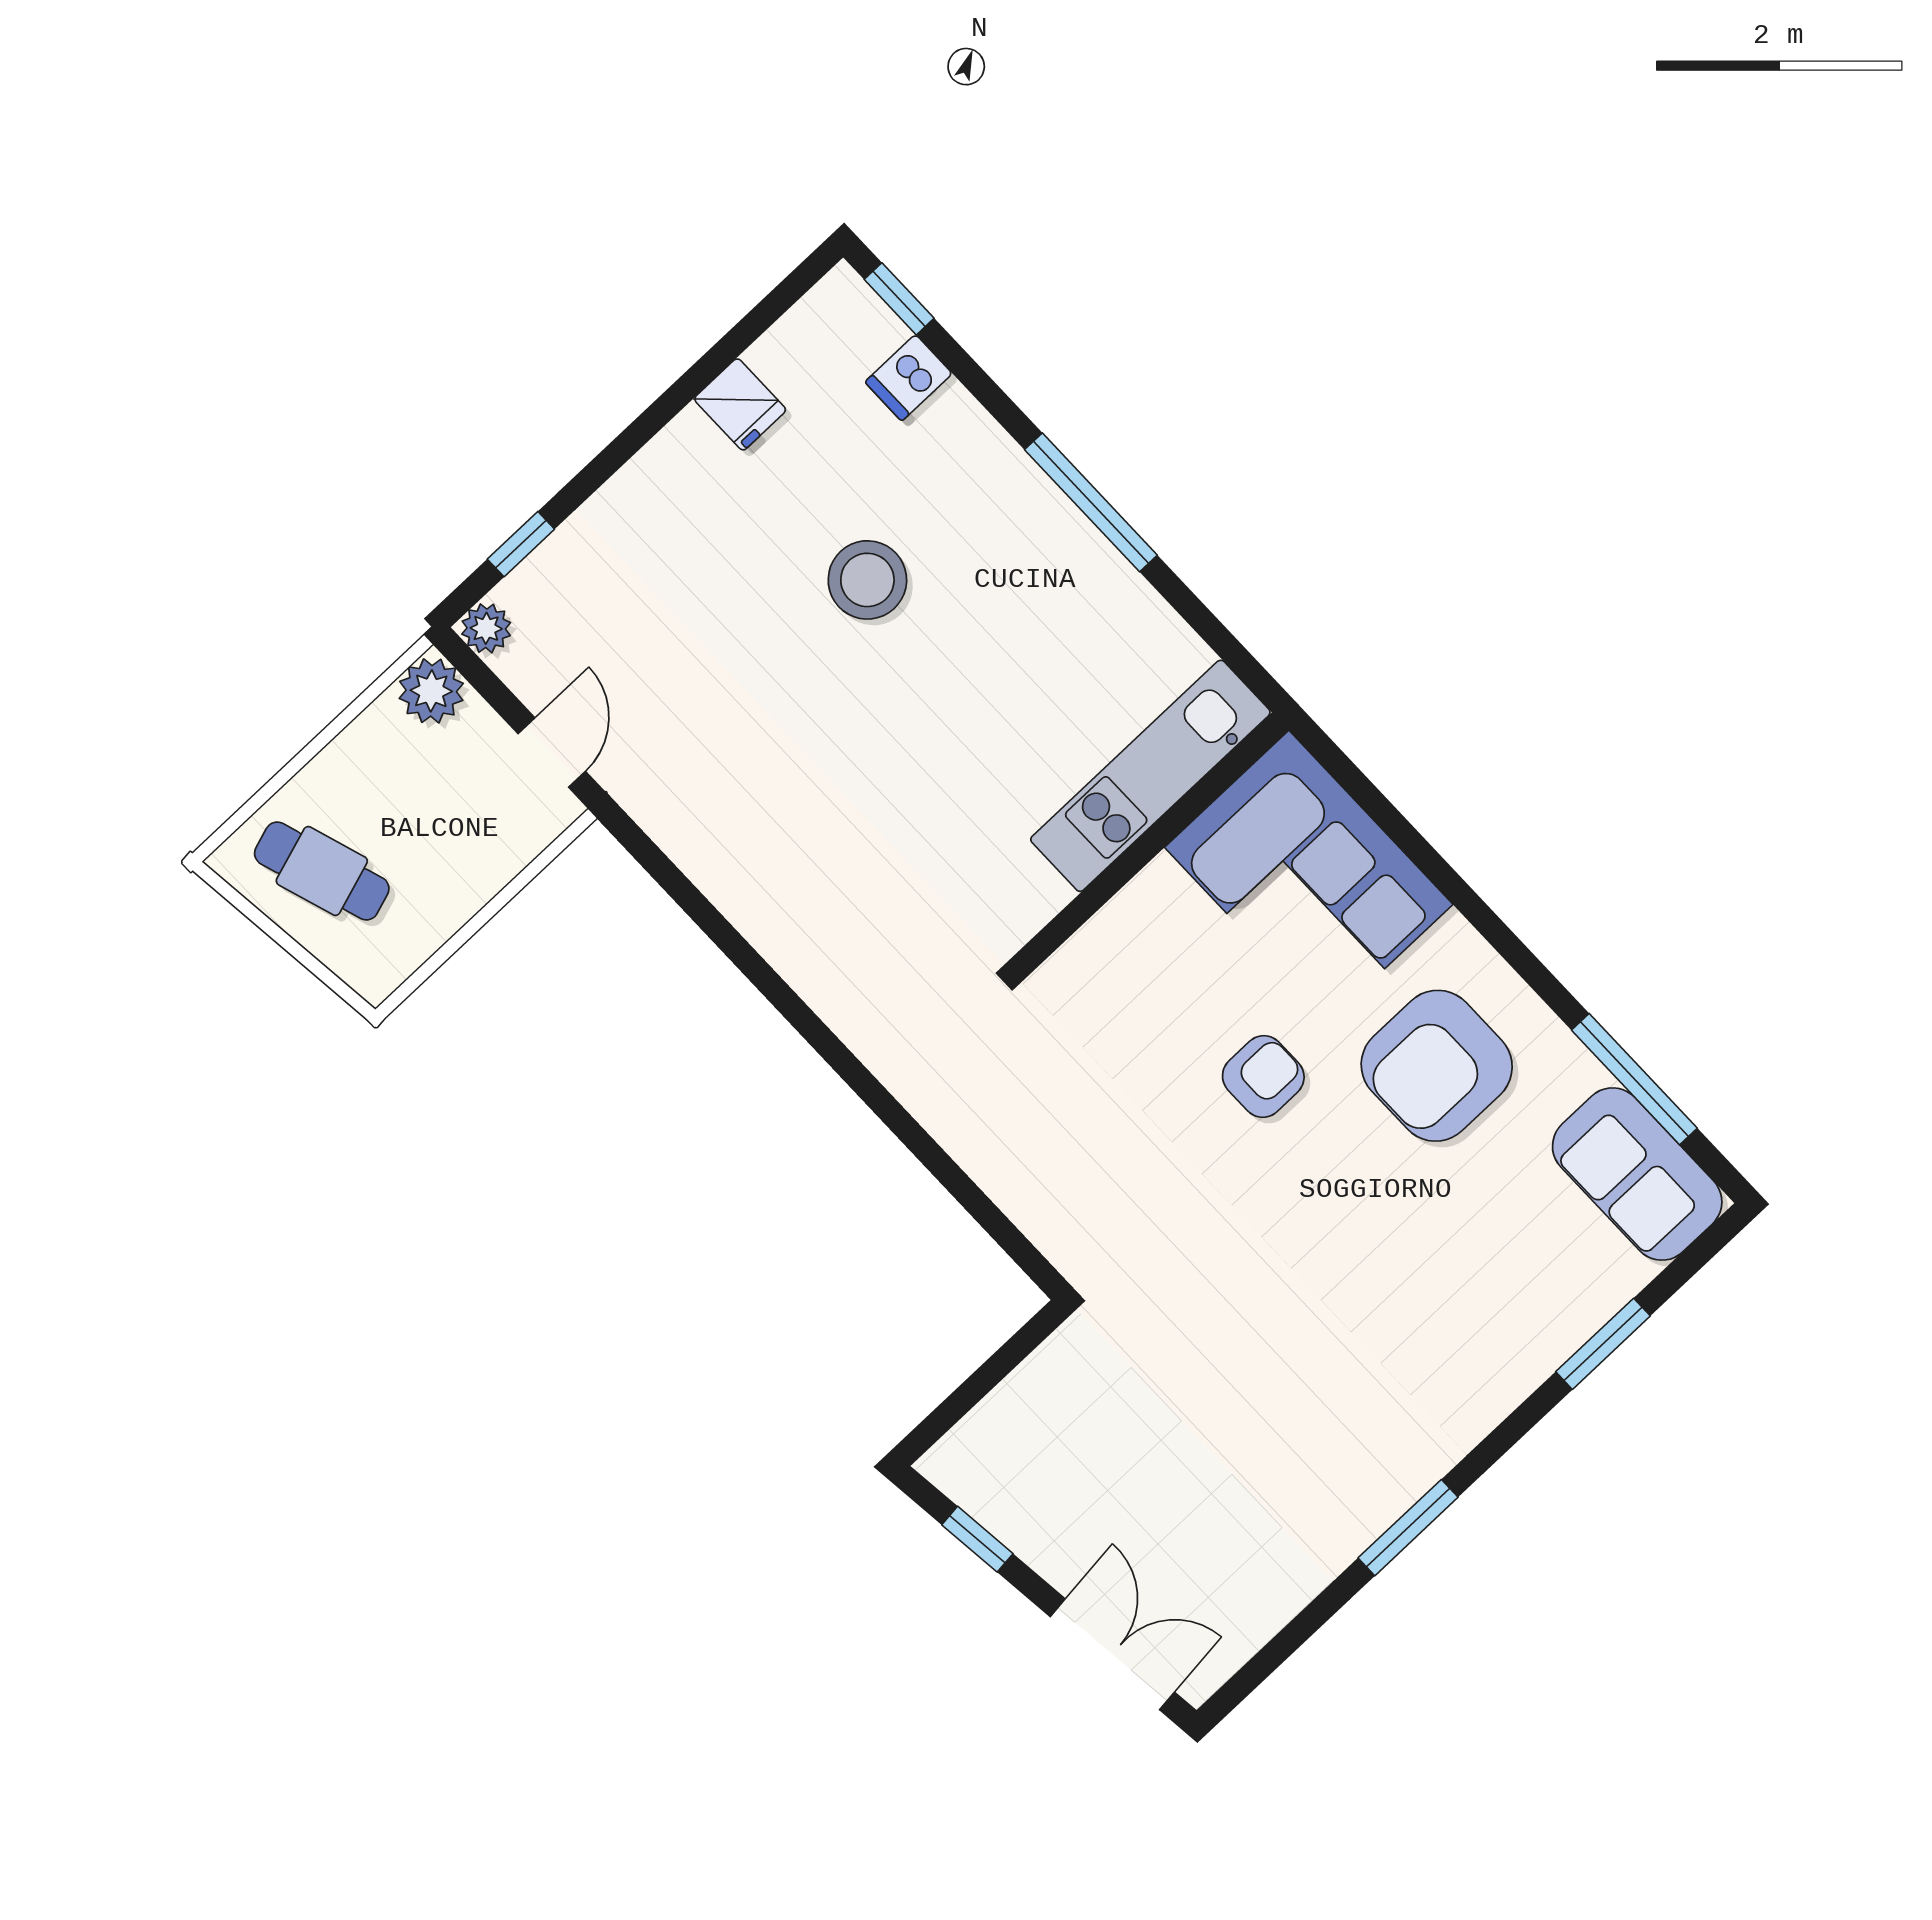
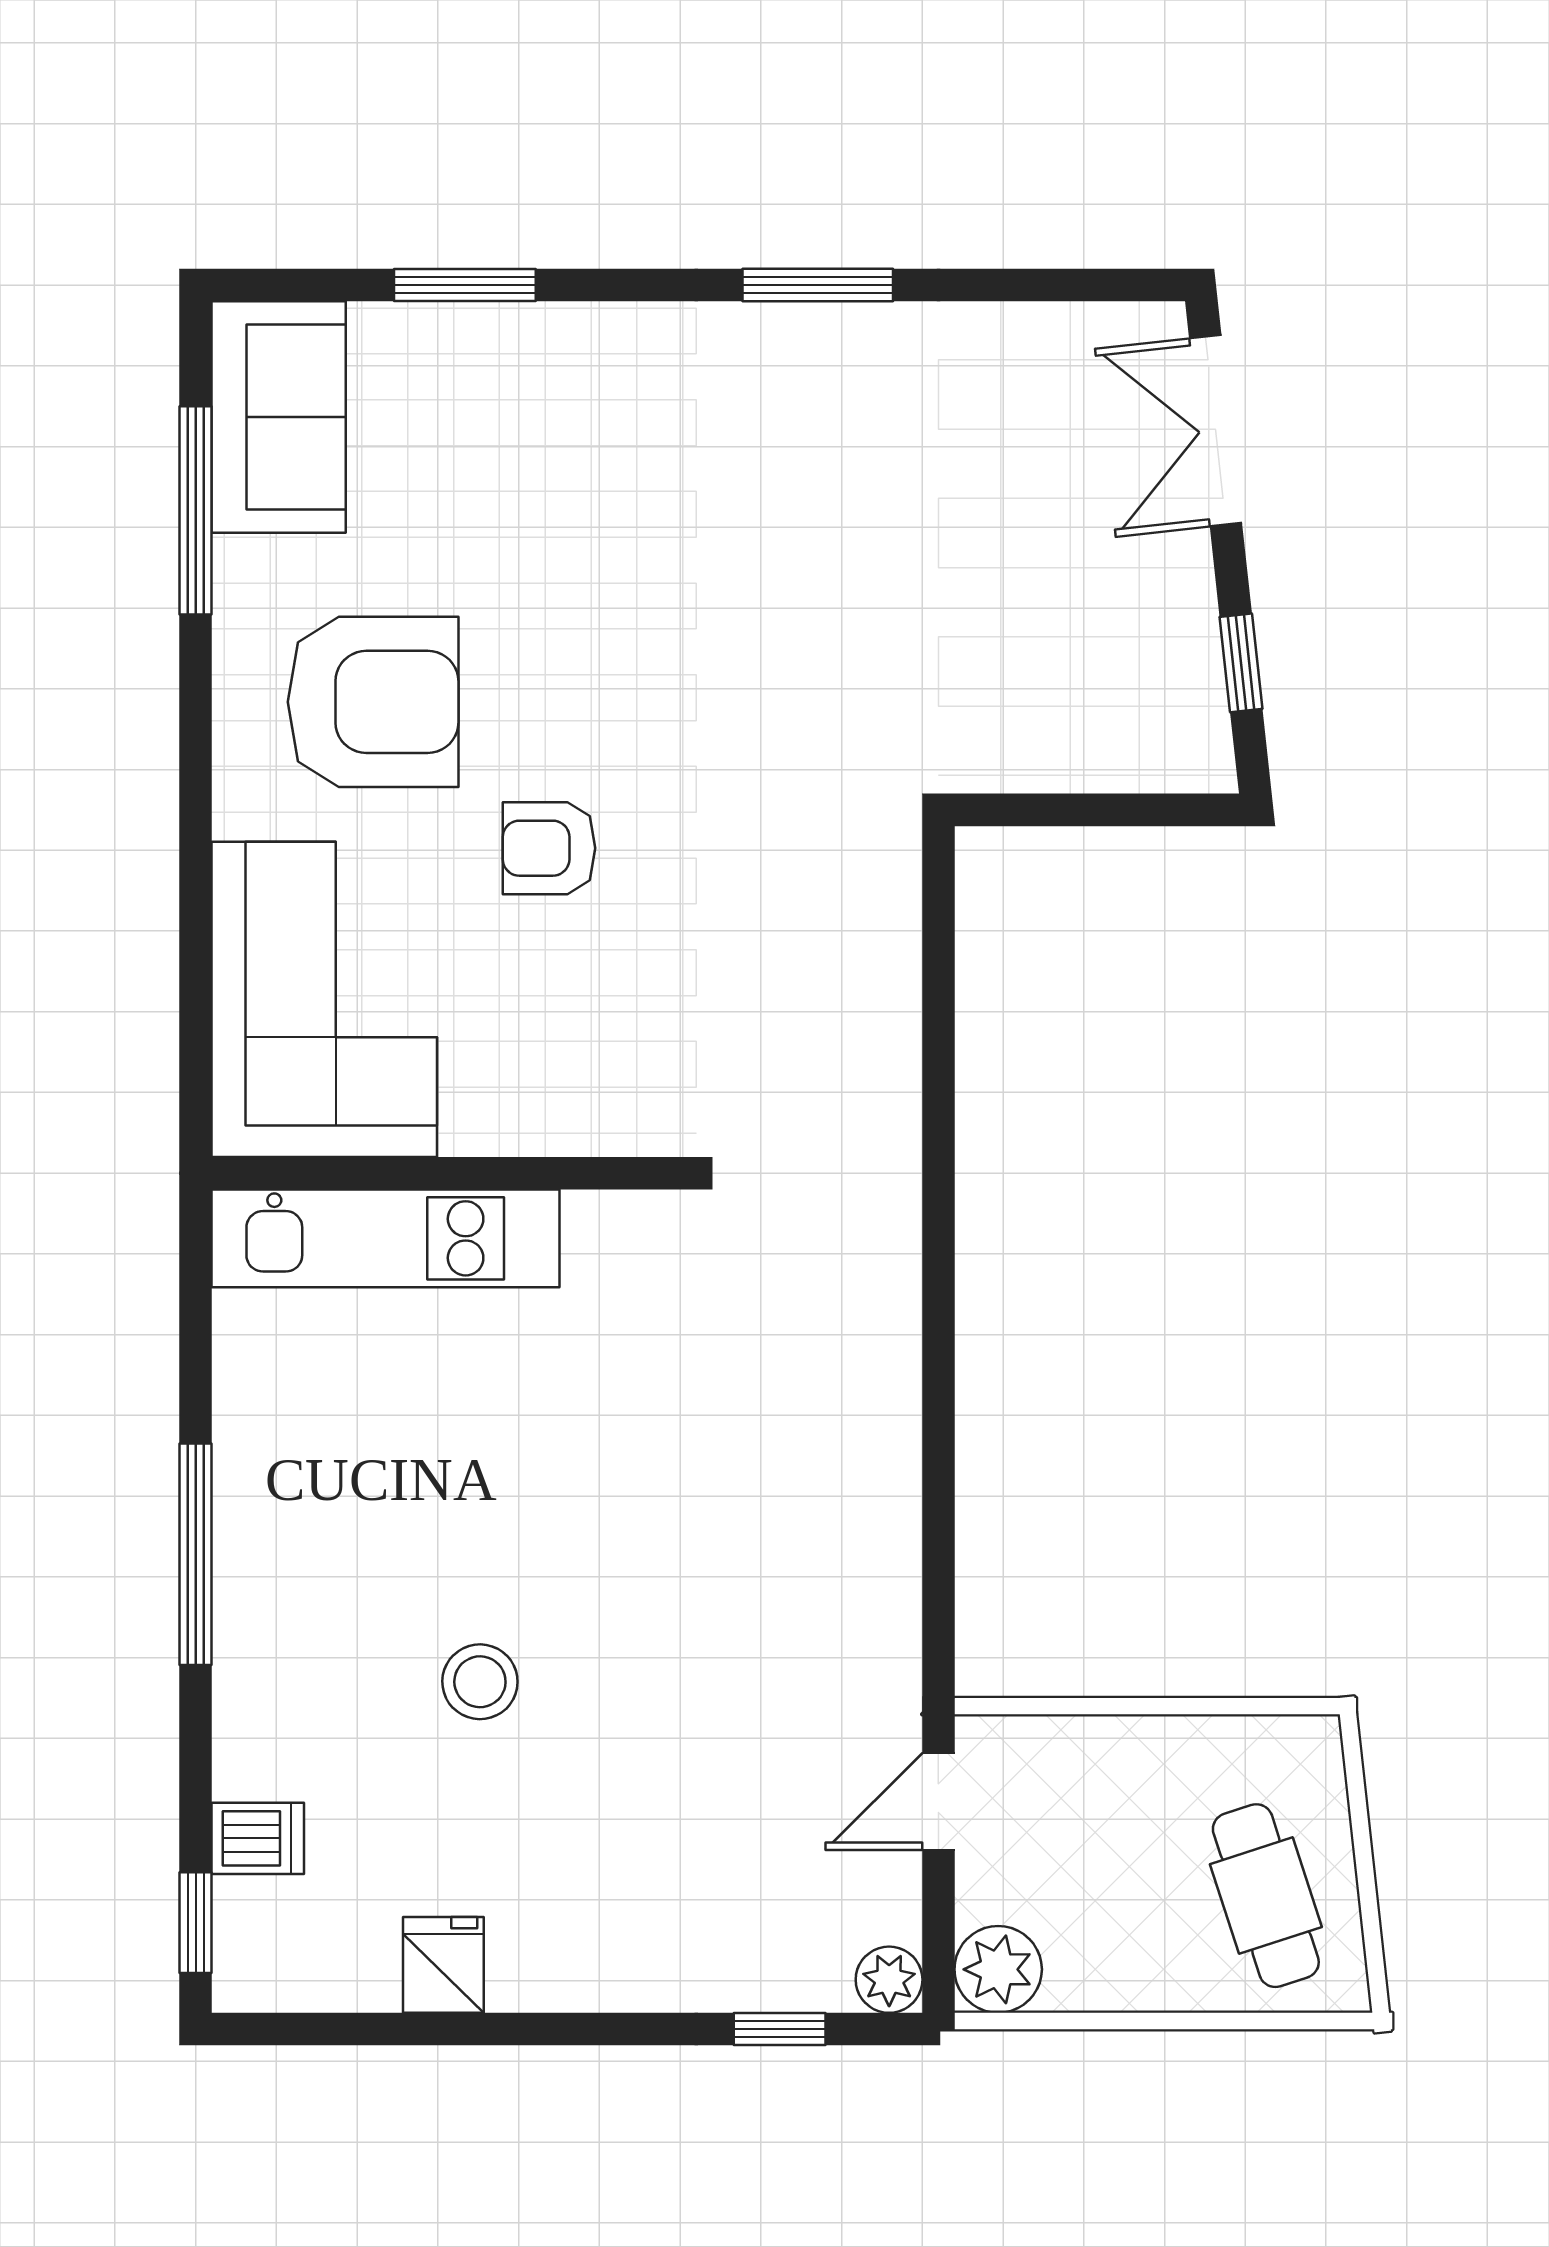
stool: (867, 580) -> (480, 1682), width x0.73, depth x0.73

